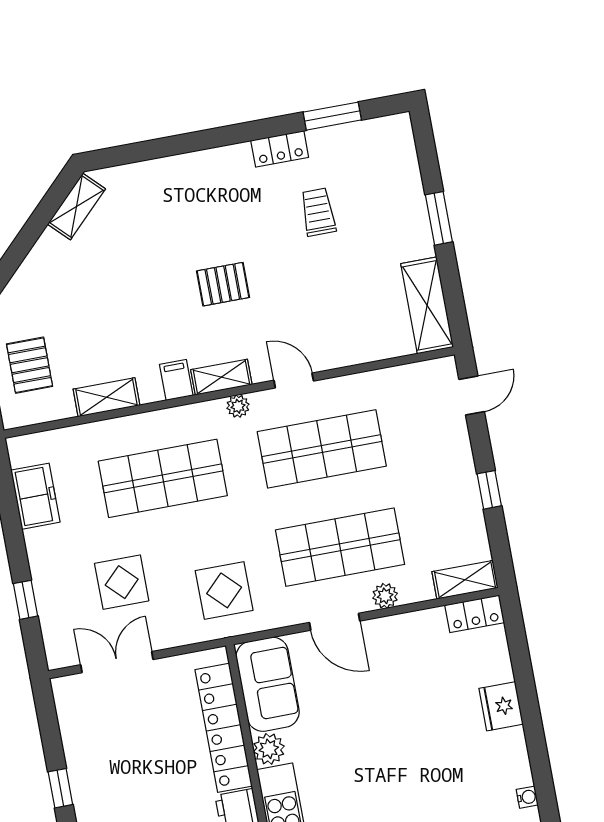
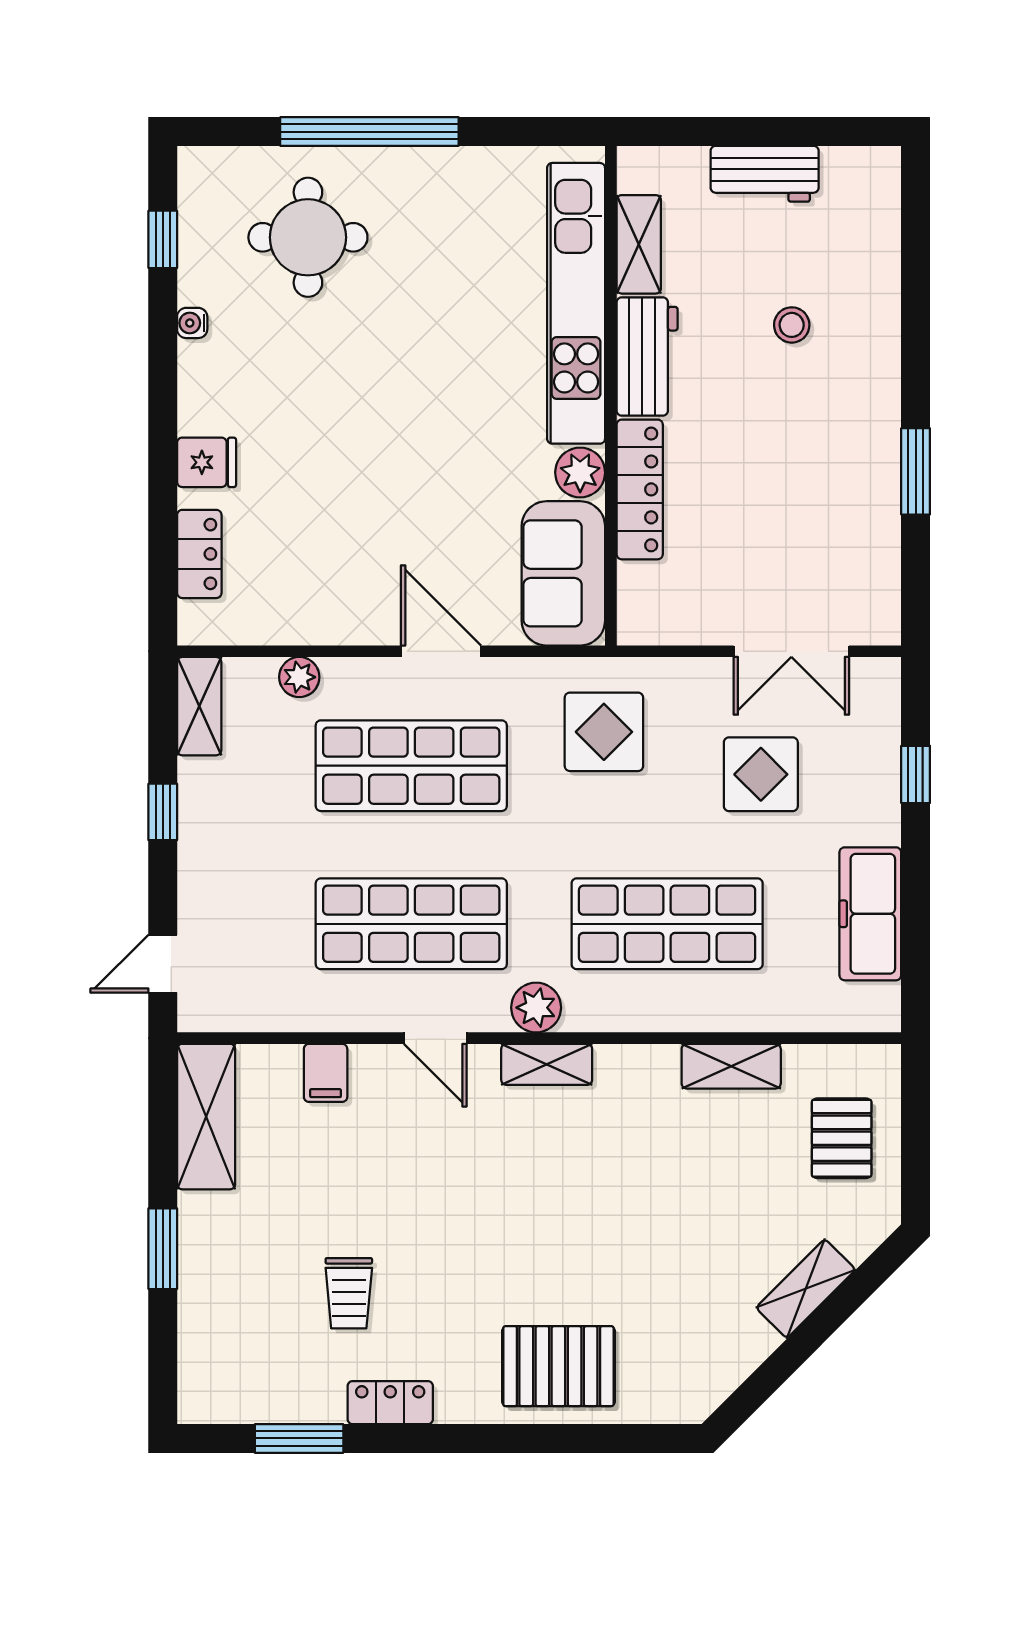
shelving: (76, 206) -> (806, 1289), moved
pallet: (223, 284) -> (558, 1366), moved, width x1.50, depth x1.42
filing cabinet: (176, 380) -> (326, 1073), moved
plant: (238, 406) -> (536, 1008), width x1.38, depth x1.38
freezer: (35, 496) -> (870, 914), width x1.40
shelving: (465, 580) -> (199, 706), moved, turned 90
plant: (385, 596) -> (299, 677), moved
locker: (475, 614) -> (199, 554), moved, turned 90
fridge: (501, 706) -> (207, 462), width x0.72
locker: (224, 728) -> (640, 489), width x0.71, depth x0.83
window: (60, 788) -> (916, 471), width x1.50

